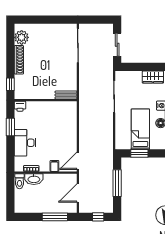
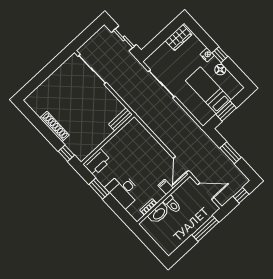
plant: (22, 37) -> (39, 106), removed
printer: (20, 106) -> (97, 162), width x1.87, depth x1.48
toilet: (19, 181) -> (172, 204), moved
window: (117, 183) -> (231, 153), width x0.69
door: (78, 193) -> (206, 191), swing flipped

